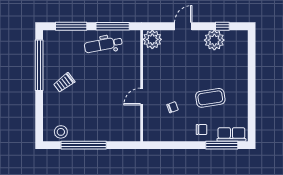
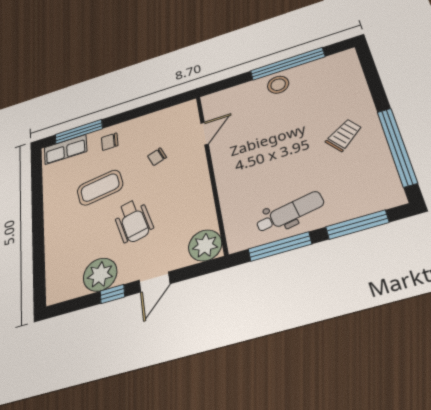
window: (222, 26) -> (112, 294), moved
wheelchair: (192, 68) -> (133, 221), added
door: (142, 97) -> (205, 134), moved
stool: (61, 132) -> (278, 85), moved

